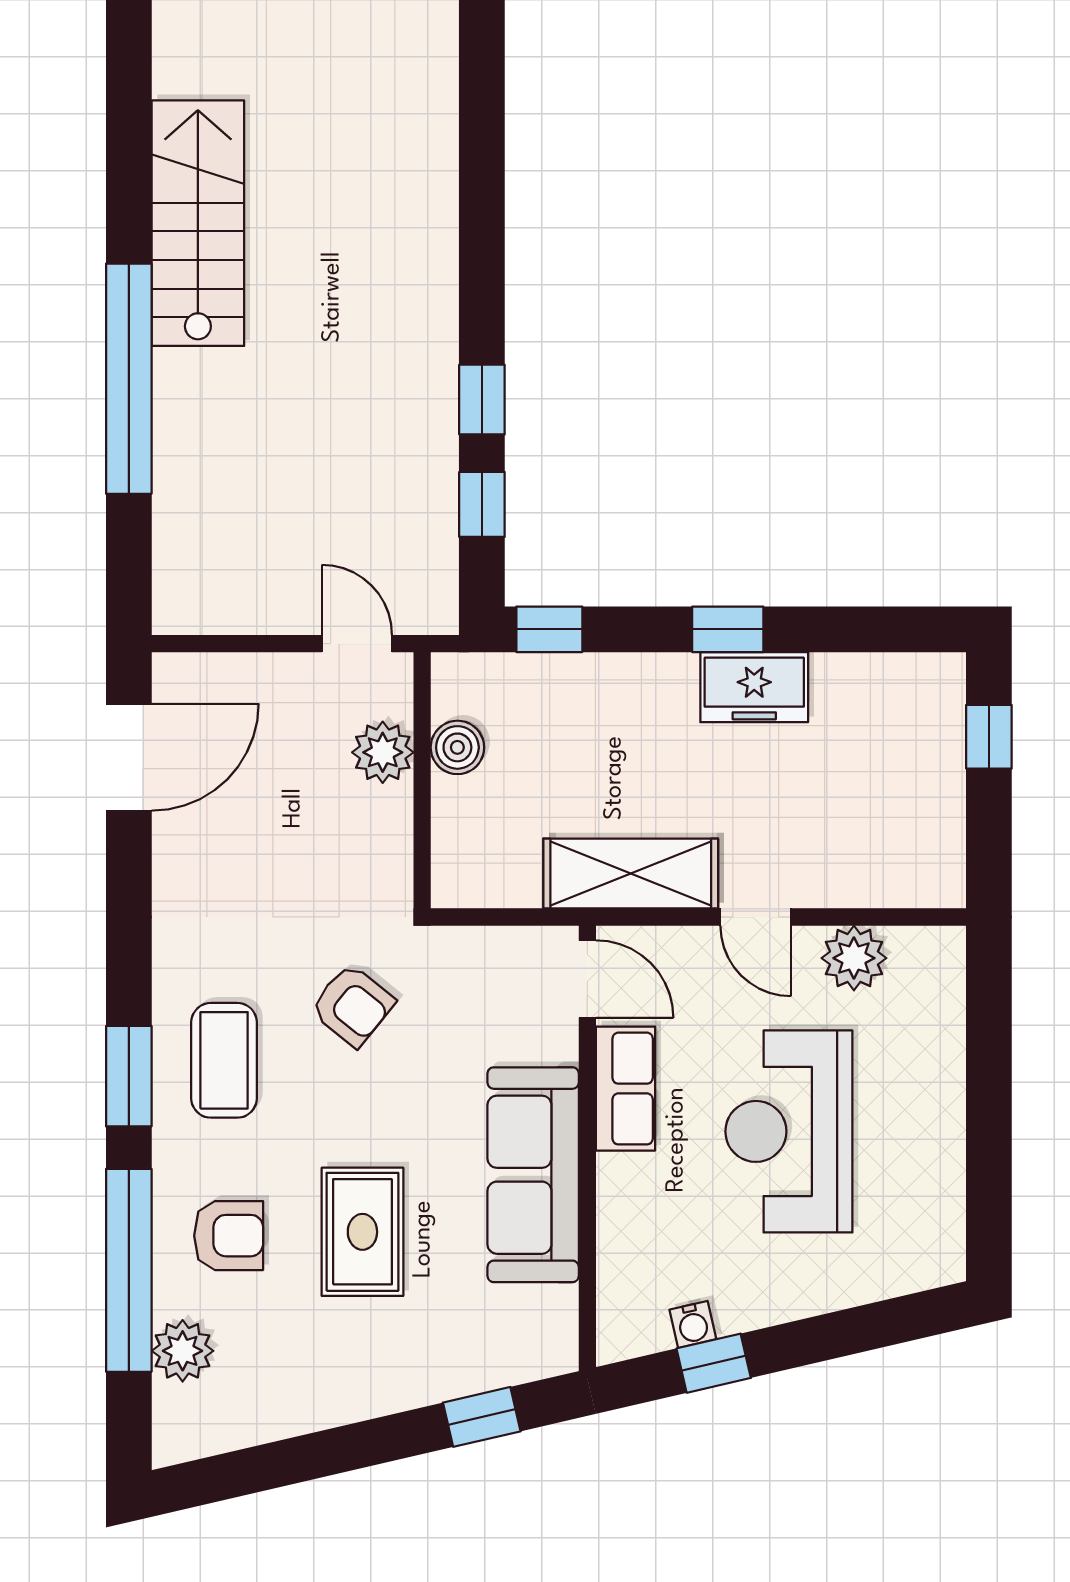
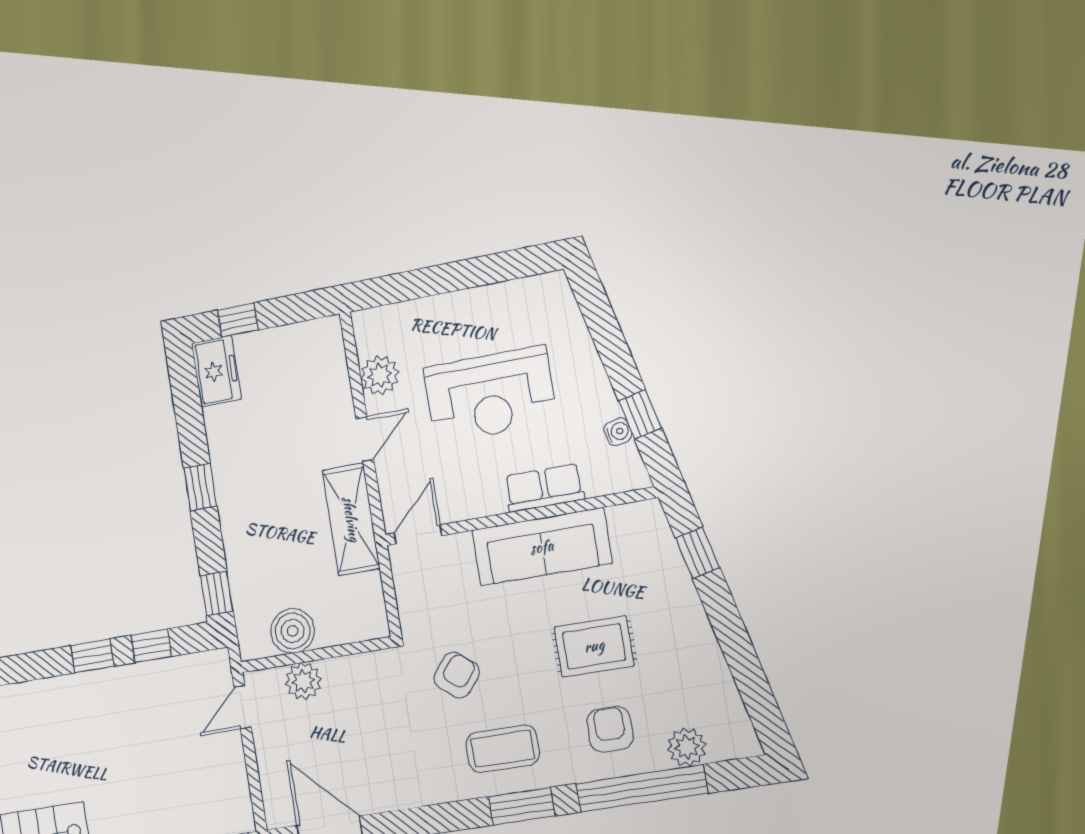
freezer: (754, 687) -> (216, 371), moved
boiler: (457, 747) -> (293, 631), width x1.36, depth x1.36
row of seats: (626, 1089) -> (544, 488), moved

